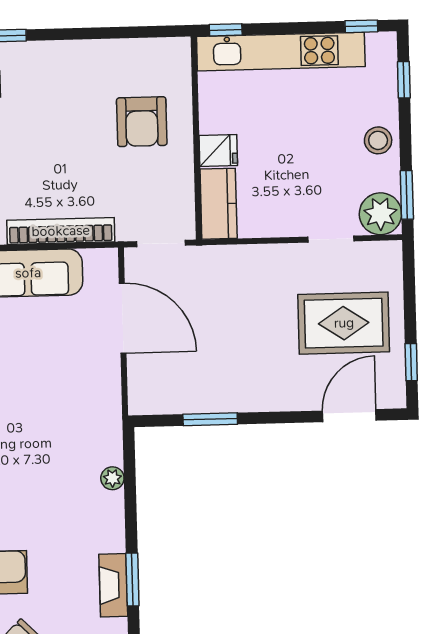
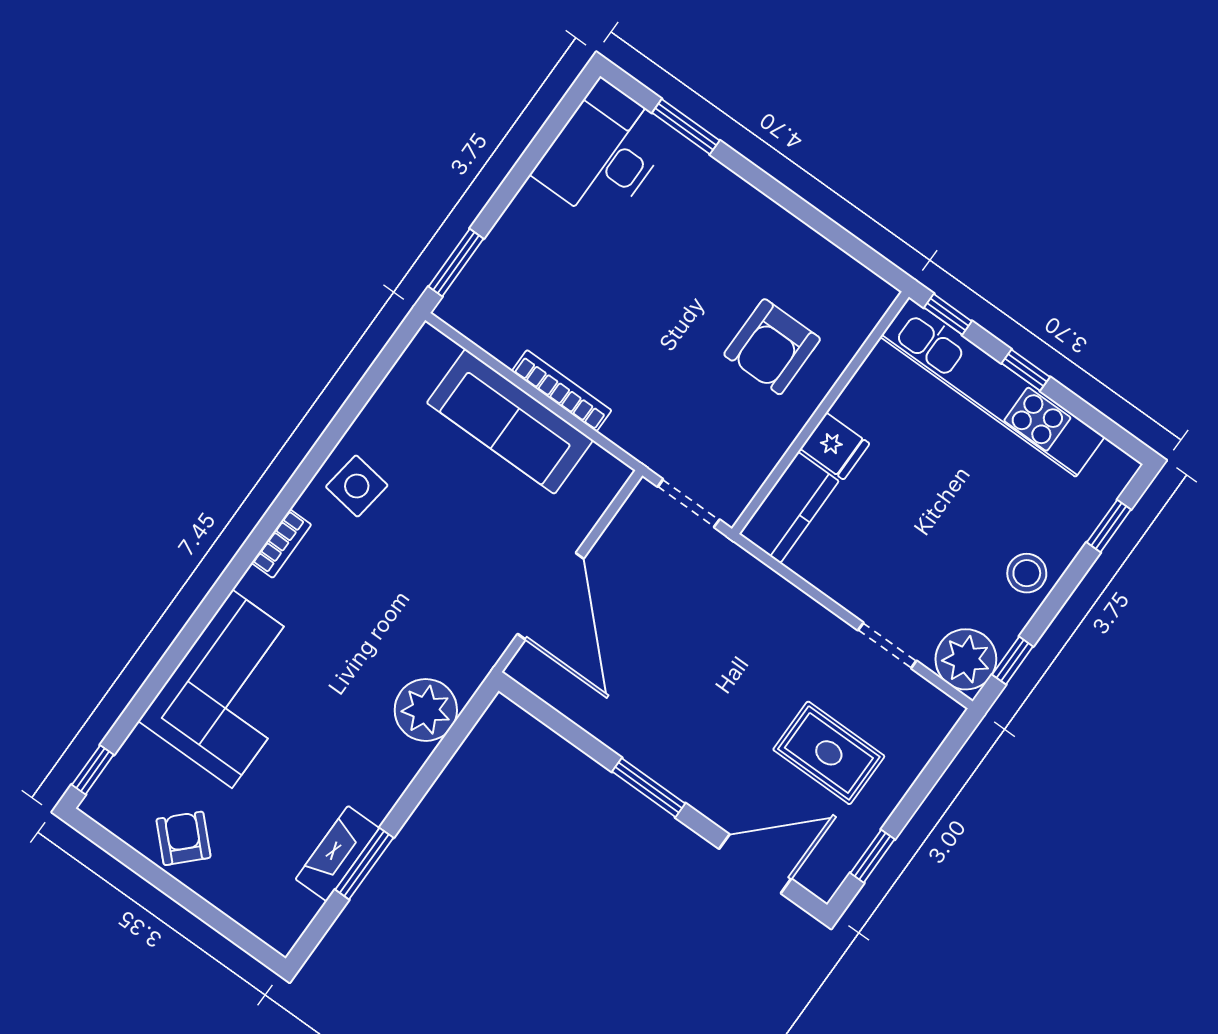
window: (361, 26) -> (1026, 370), moved
window: (407, 195) -> (1013, 660), width x0.67
bookcase: (61, 231) -> (562, 391), width x0.68, depth x0.76
door: (123, 318) -> (551, 596), moved
rug: (344, 323) -> (829, 753), width x0.73, depth x0.70
window: (210, 419) -> (649, 788), moved
plant: (112, 478) -> (426, 710), width x1.87, depth x1.87

